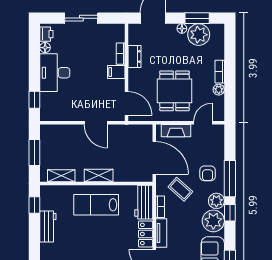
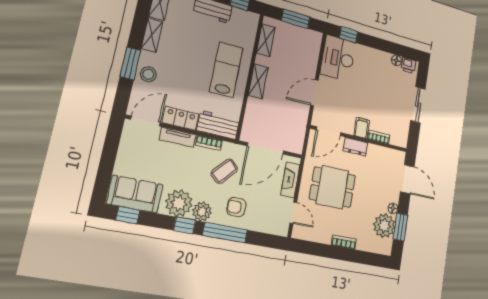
dresser: (135, 56) -> (356, 147), moved
desk: (55, 73) -> (338, 58), moved, turned -90
plant: (219, 90) -> (325, 238), removed

